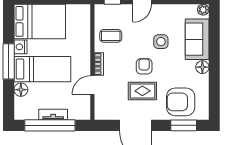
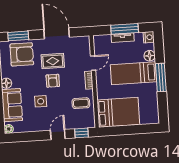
bed: (40, 21) -> (118, 112), moved, turned 180
nightstand: (20, 47) -> (149, 37), moved
window: (50, 125) -> (125, 29), width x0.68

